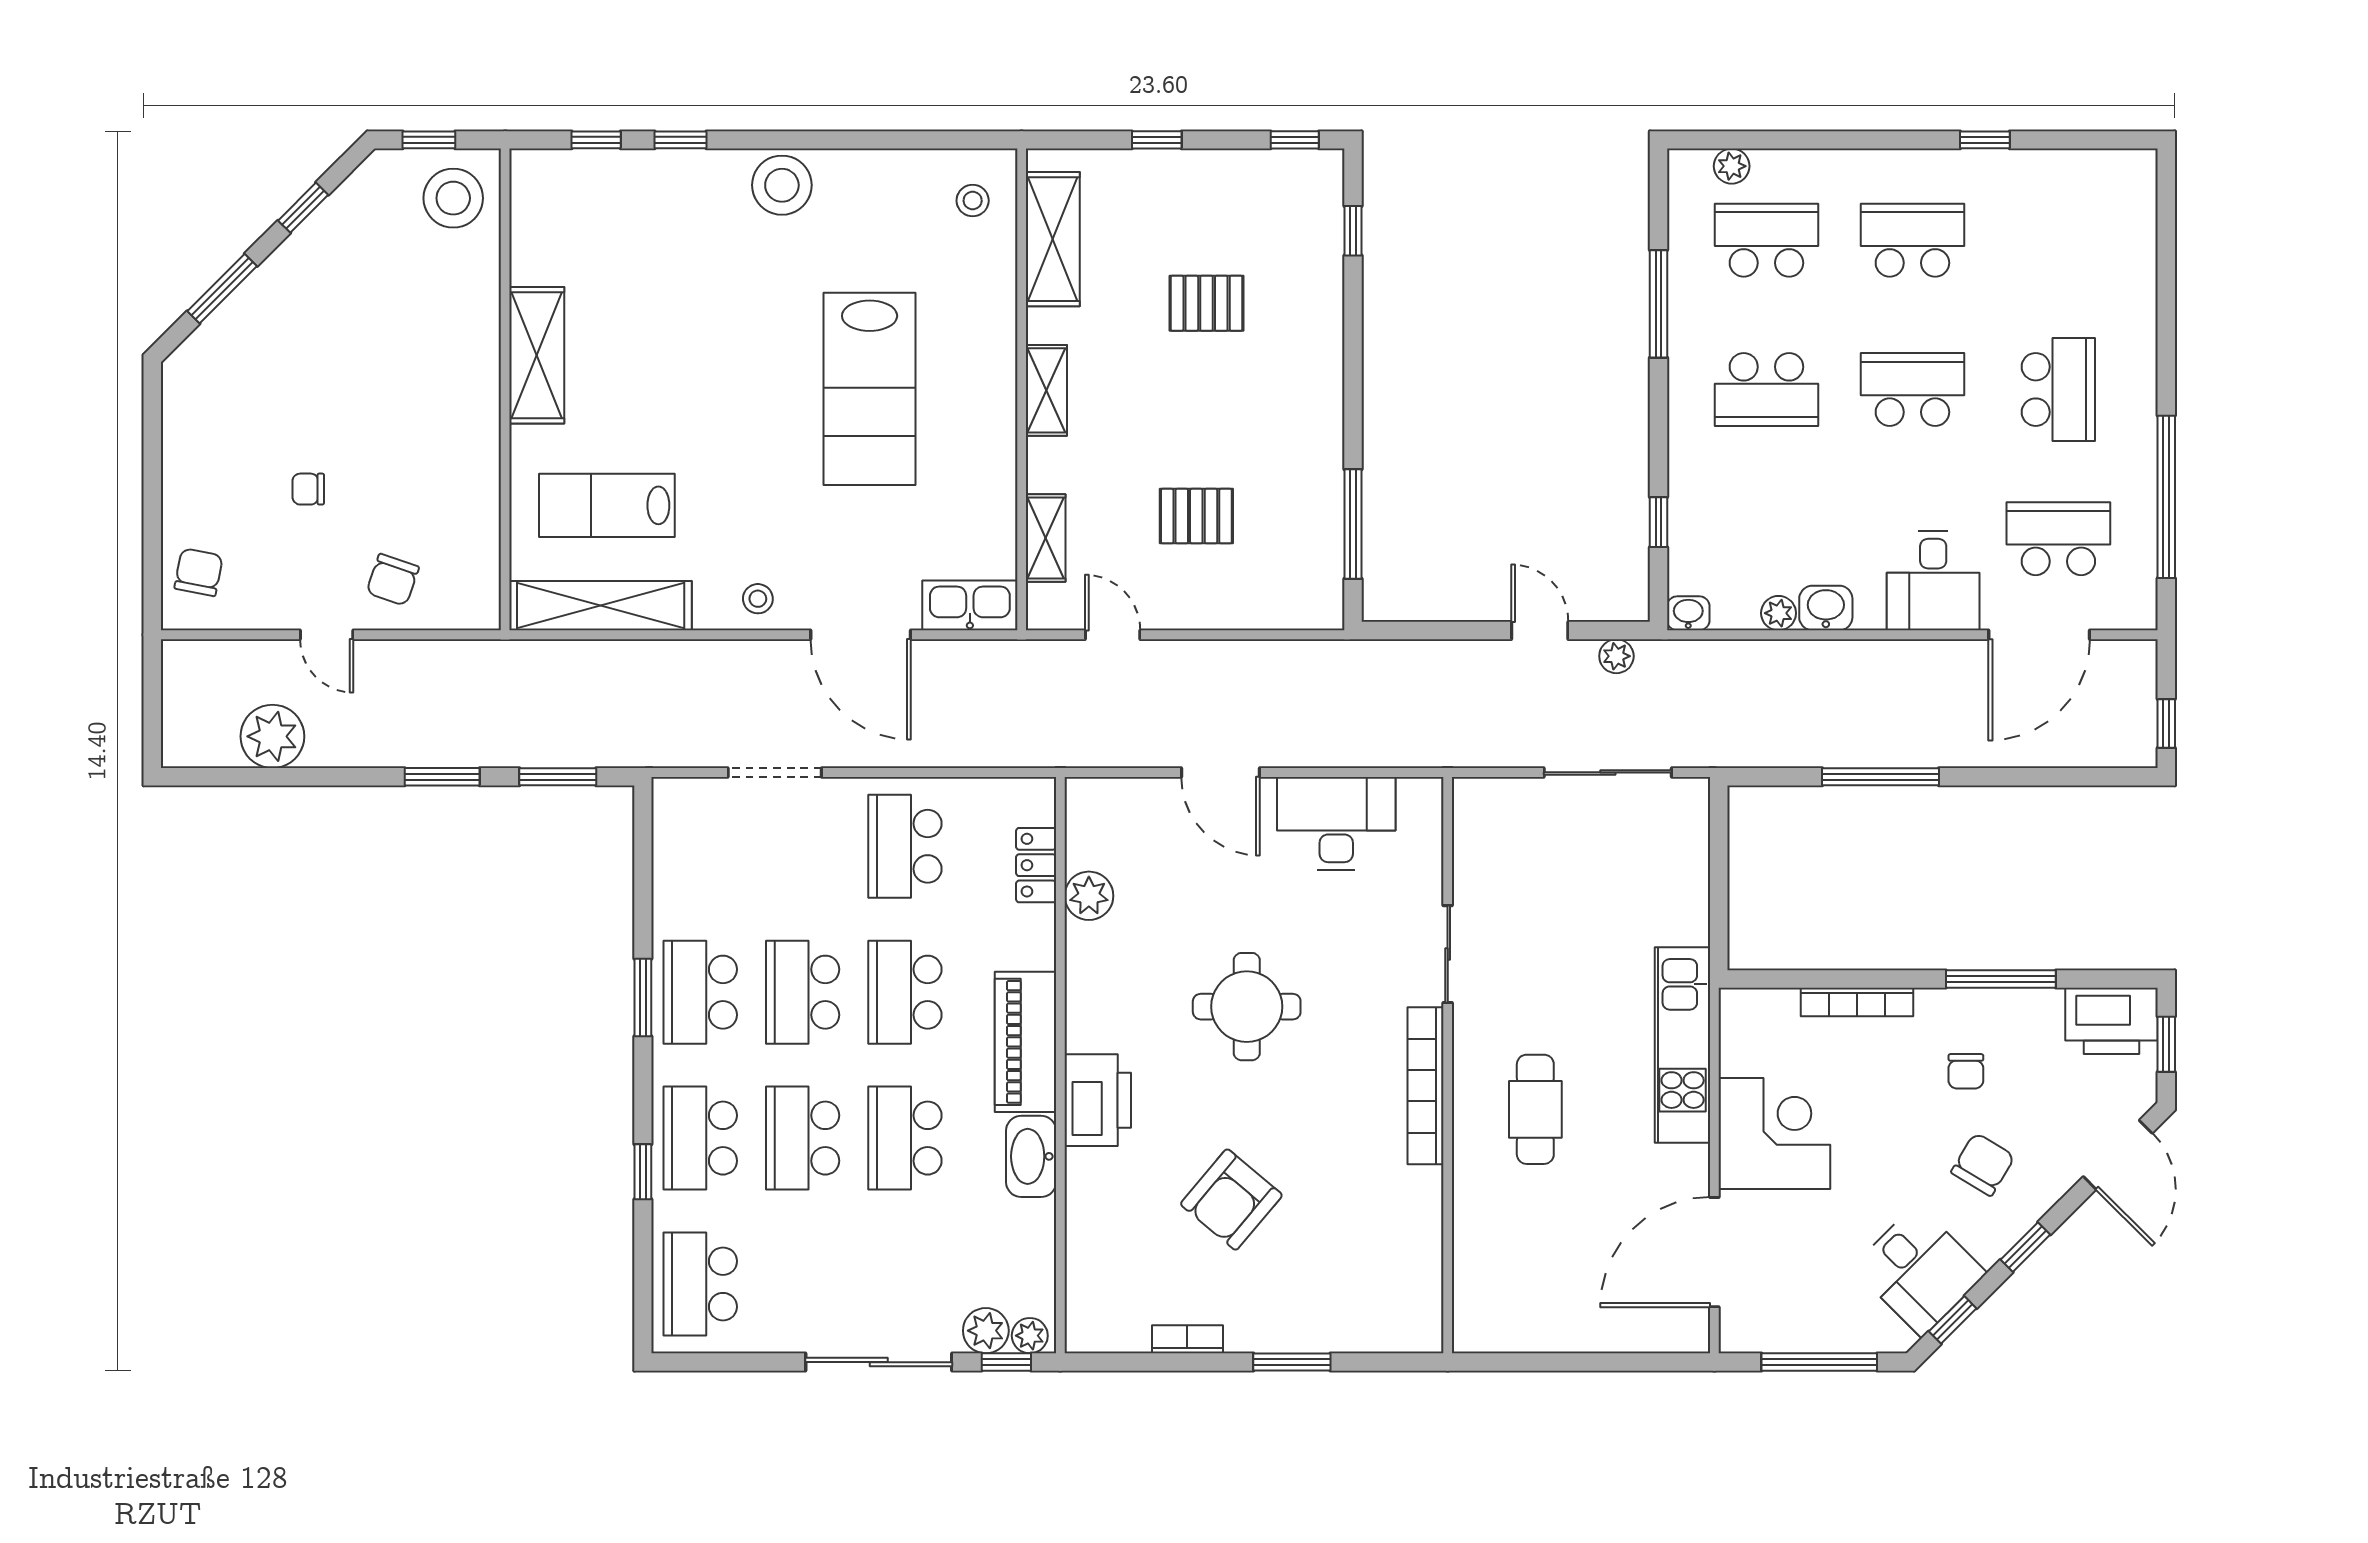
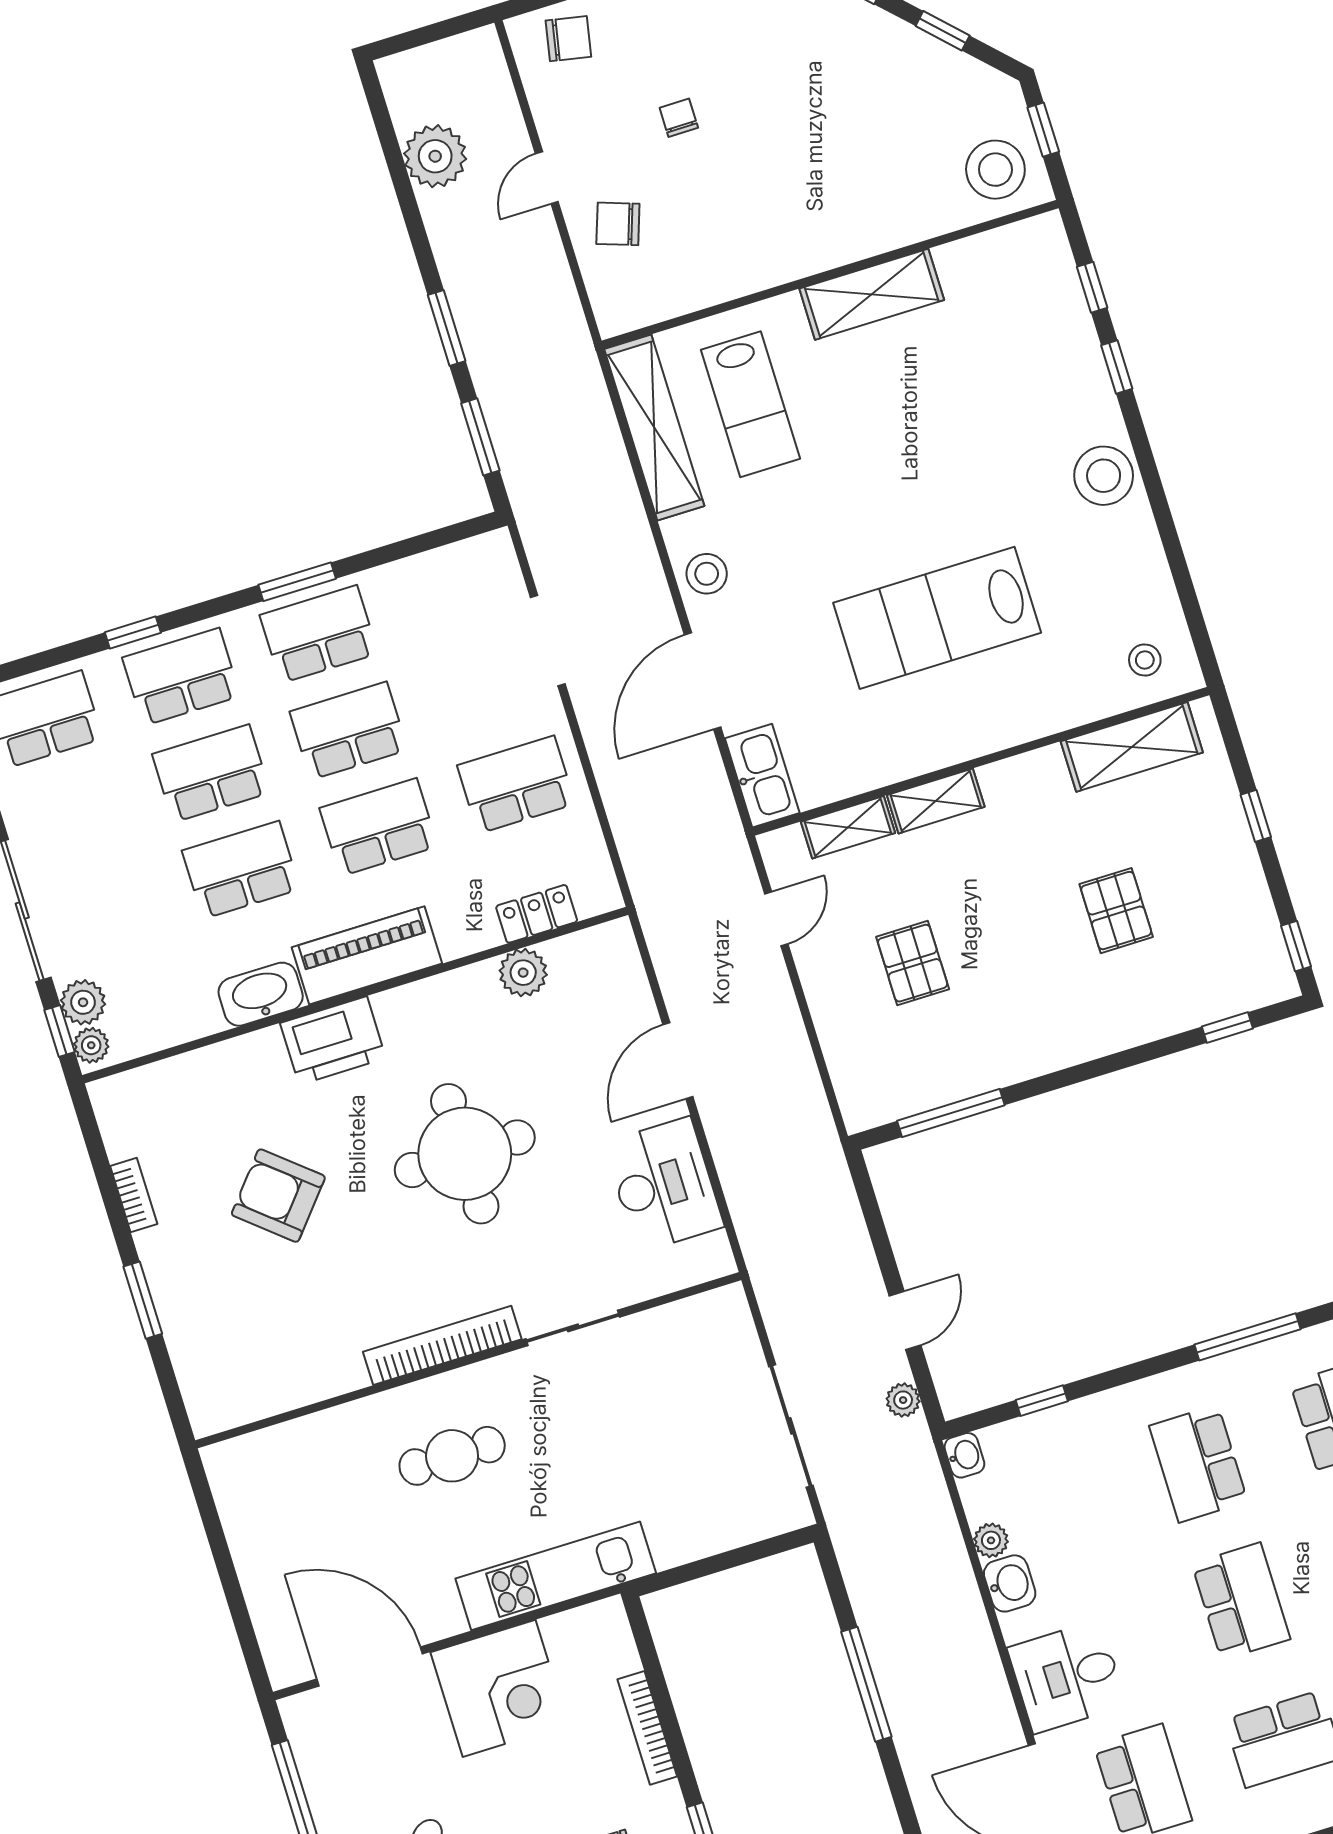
shelving: (1046, 390) -> (936, 801), moved
lab bench: (607, 505) -> (751, 404), turned 180
stool: (758, 599) -> (707, 574), width x1.37, depth x1.37
round table: (1247, 1007) -> (465, 1154), width x1.36, depth x1.36

